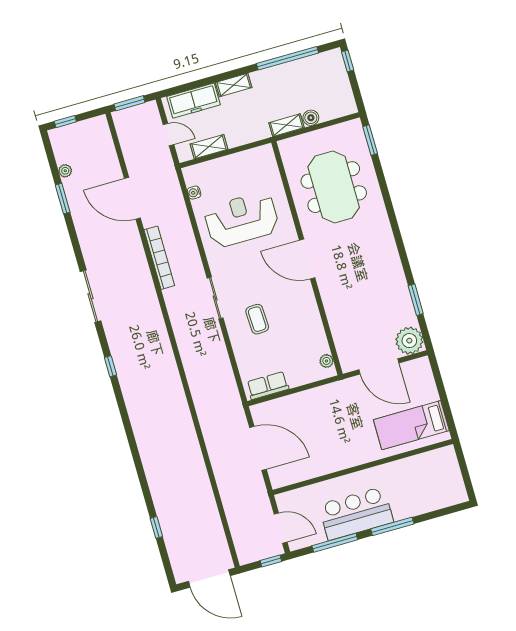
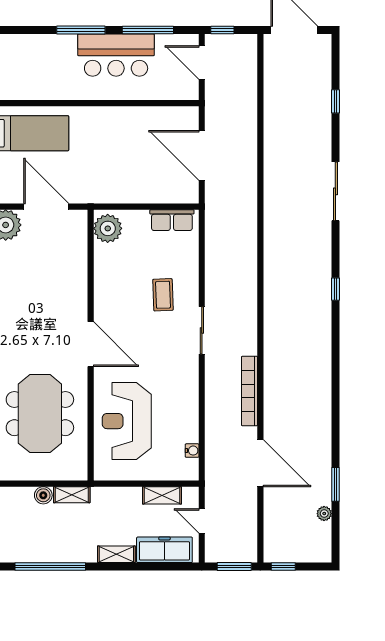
window: (65, 122) -> (283, 567), moved
reception desk: (242, 220) -> (127, 421), moved, turned 90
sliding door: (91, 296) -> (335, 191), moved
plant: (326, 361) -> (108, 228), width x1.88, depth x1.88

